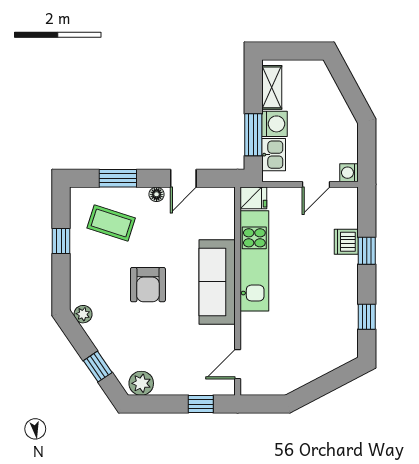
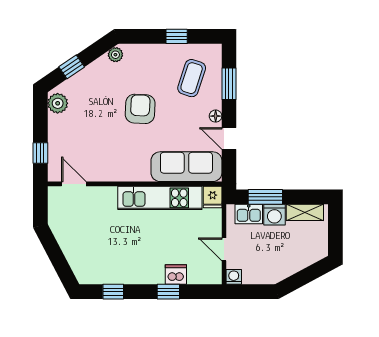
sofa: (217, 282) -> (186, 167), moved
armchair: (148, 285) -> (140, 109), turned 93

